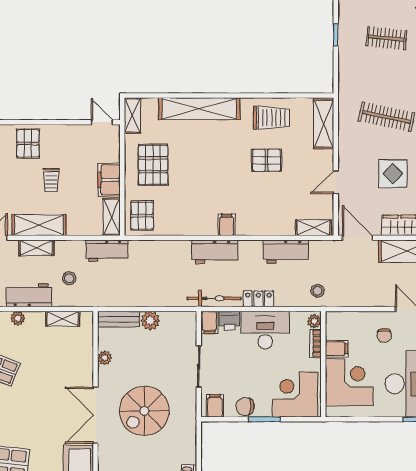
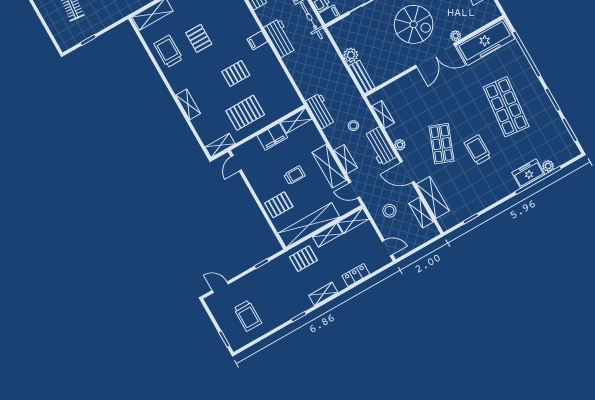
shelving: (199, 109) -> (188, 104), width x0.45, depth x0.75
pallet: (142, 216) -> (236, 73), moved
plant: (105, 358) -> (456, 36), moved

